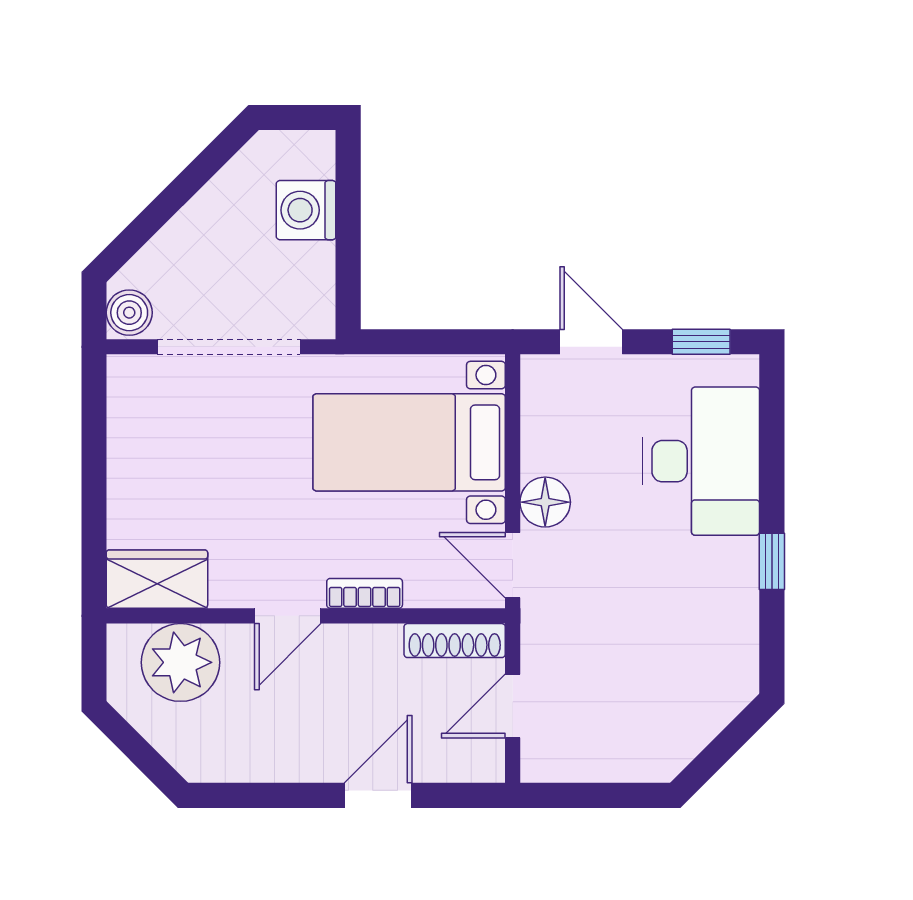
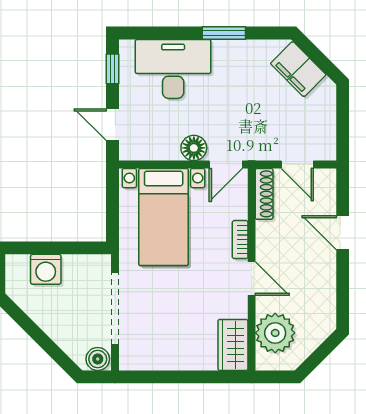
door: (591, 342) -> (112, 125), hinge flipped
window: (772, 561) -> (224, 33), width x1.50
filing cabinet: (701, 708) -> (298, 69), added

